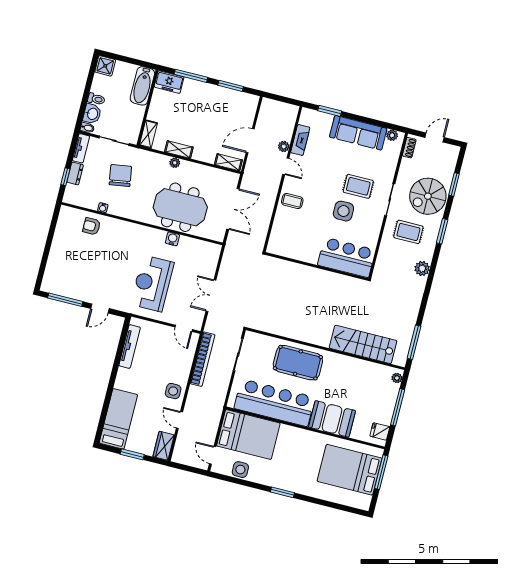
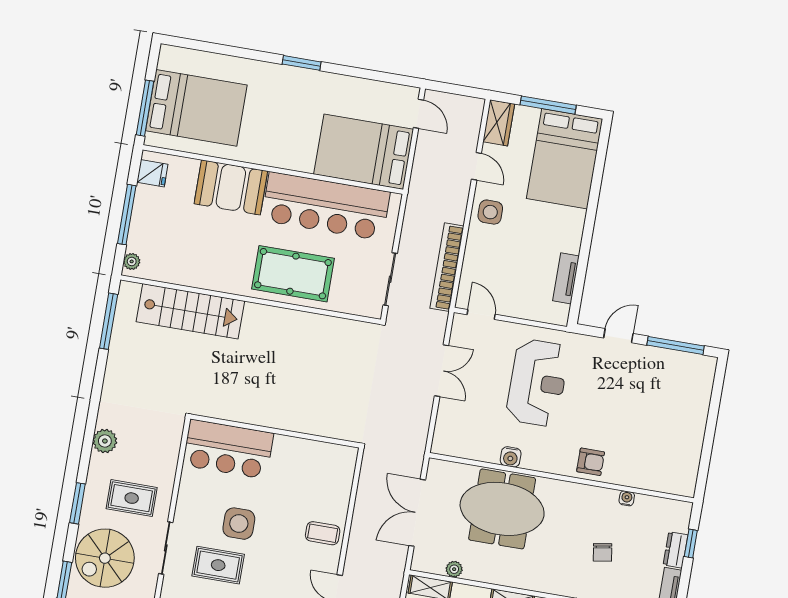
plant: (175, 163) -> (454, 569), moved
chair: (120, 176) -> (603, 552), width x0.54, depth x0.54
spiral stairs: (428, 196) -> (105, 558), turned 180
armchair: (92, 226) -> (591, 462), moved
tv unit: (130, 346) -> (566, 278), width x0.71
bed: (118, 419) -> (565, 159), width x1.50
window: (132, 454) -> (548, 105), width x1.44
side table: (240, 470) -> (372, 94), removed

